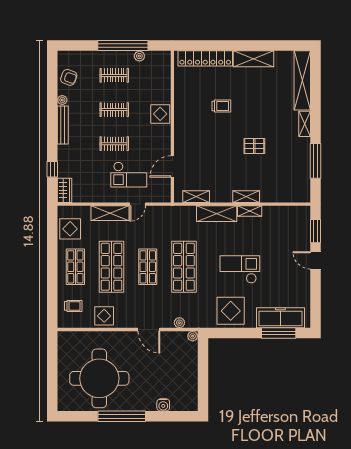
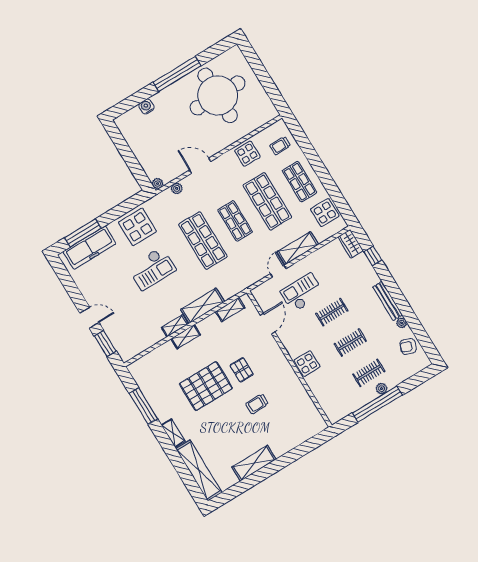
plant: (139, 56) -> (382, 389), moved
locker: (205, 58) -> (297, 437), removed
pallet: (217, 142) -> (242, 370), added
pallet: (254, 146) -> (206, 386), width x2.05, depth x2.00

